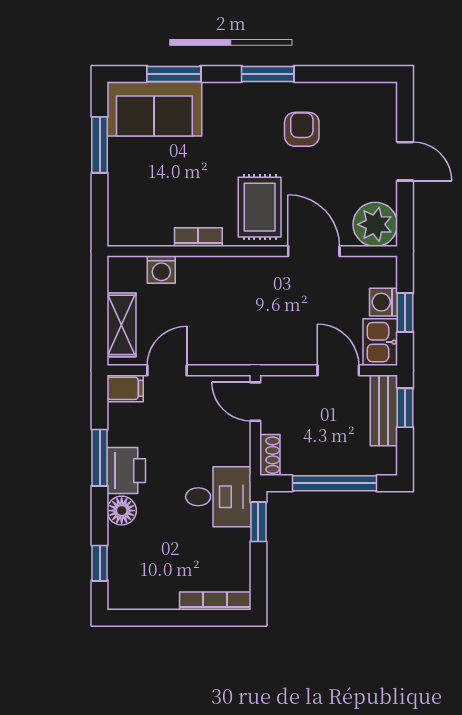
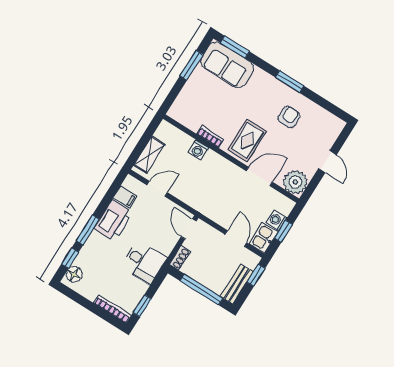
window: (174, 74) -> (235, 47), moved
door: (314, 251) -> (259, 177), hinge flipped
washing machine: (161, 270) -> (198, 150), moved
filing cabinet: (125, 388) -> (125, 197), moved
bench: (384, 410) -> (237, 284), moved
window: (100, 458) -> (88, 230), moved
printer: (126, 471) -> (113, 220), width x1.37, depth x1.19
floor lamp: (122, 511) -> (74, 274), moved
window: (258, 522) -> (142, 306), moved

